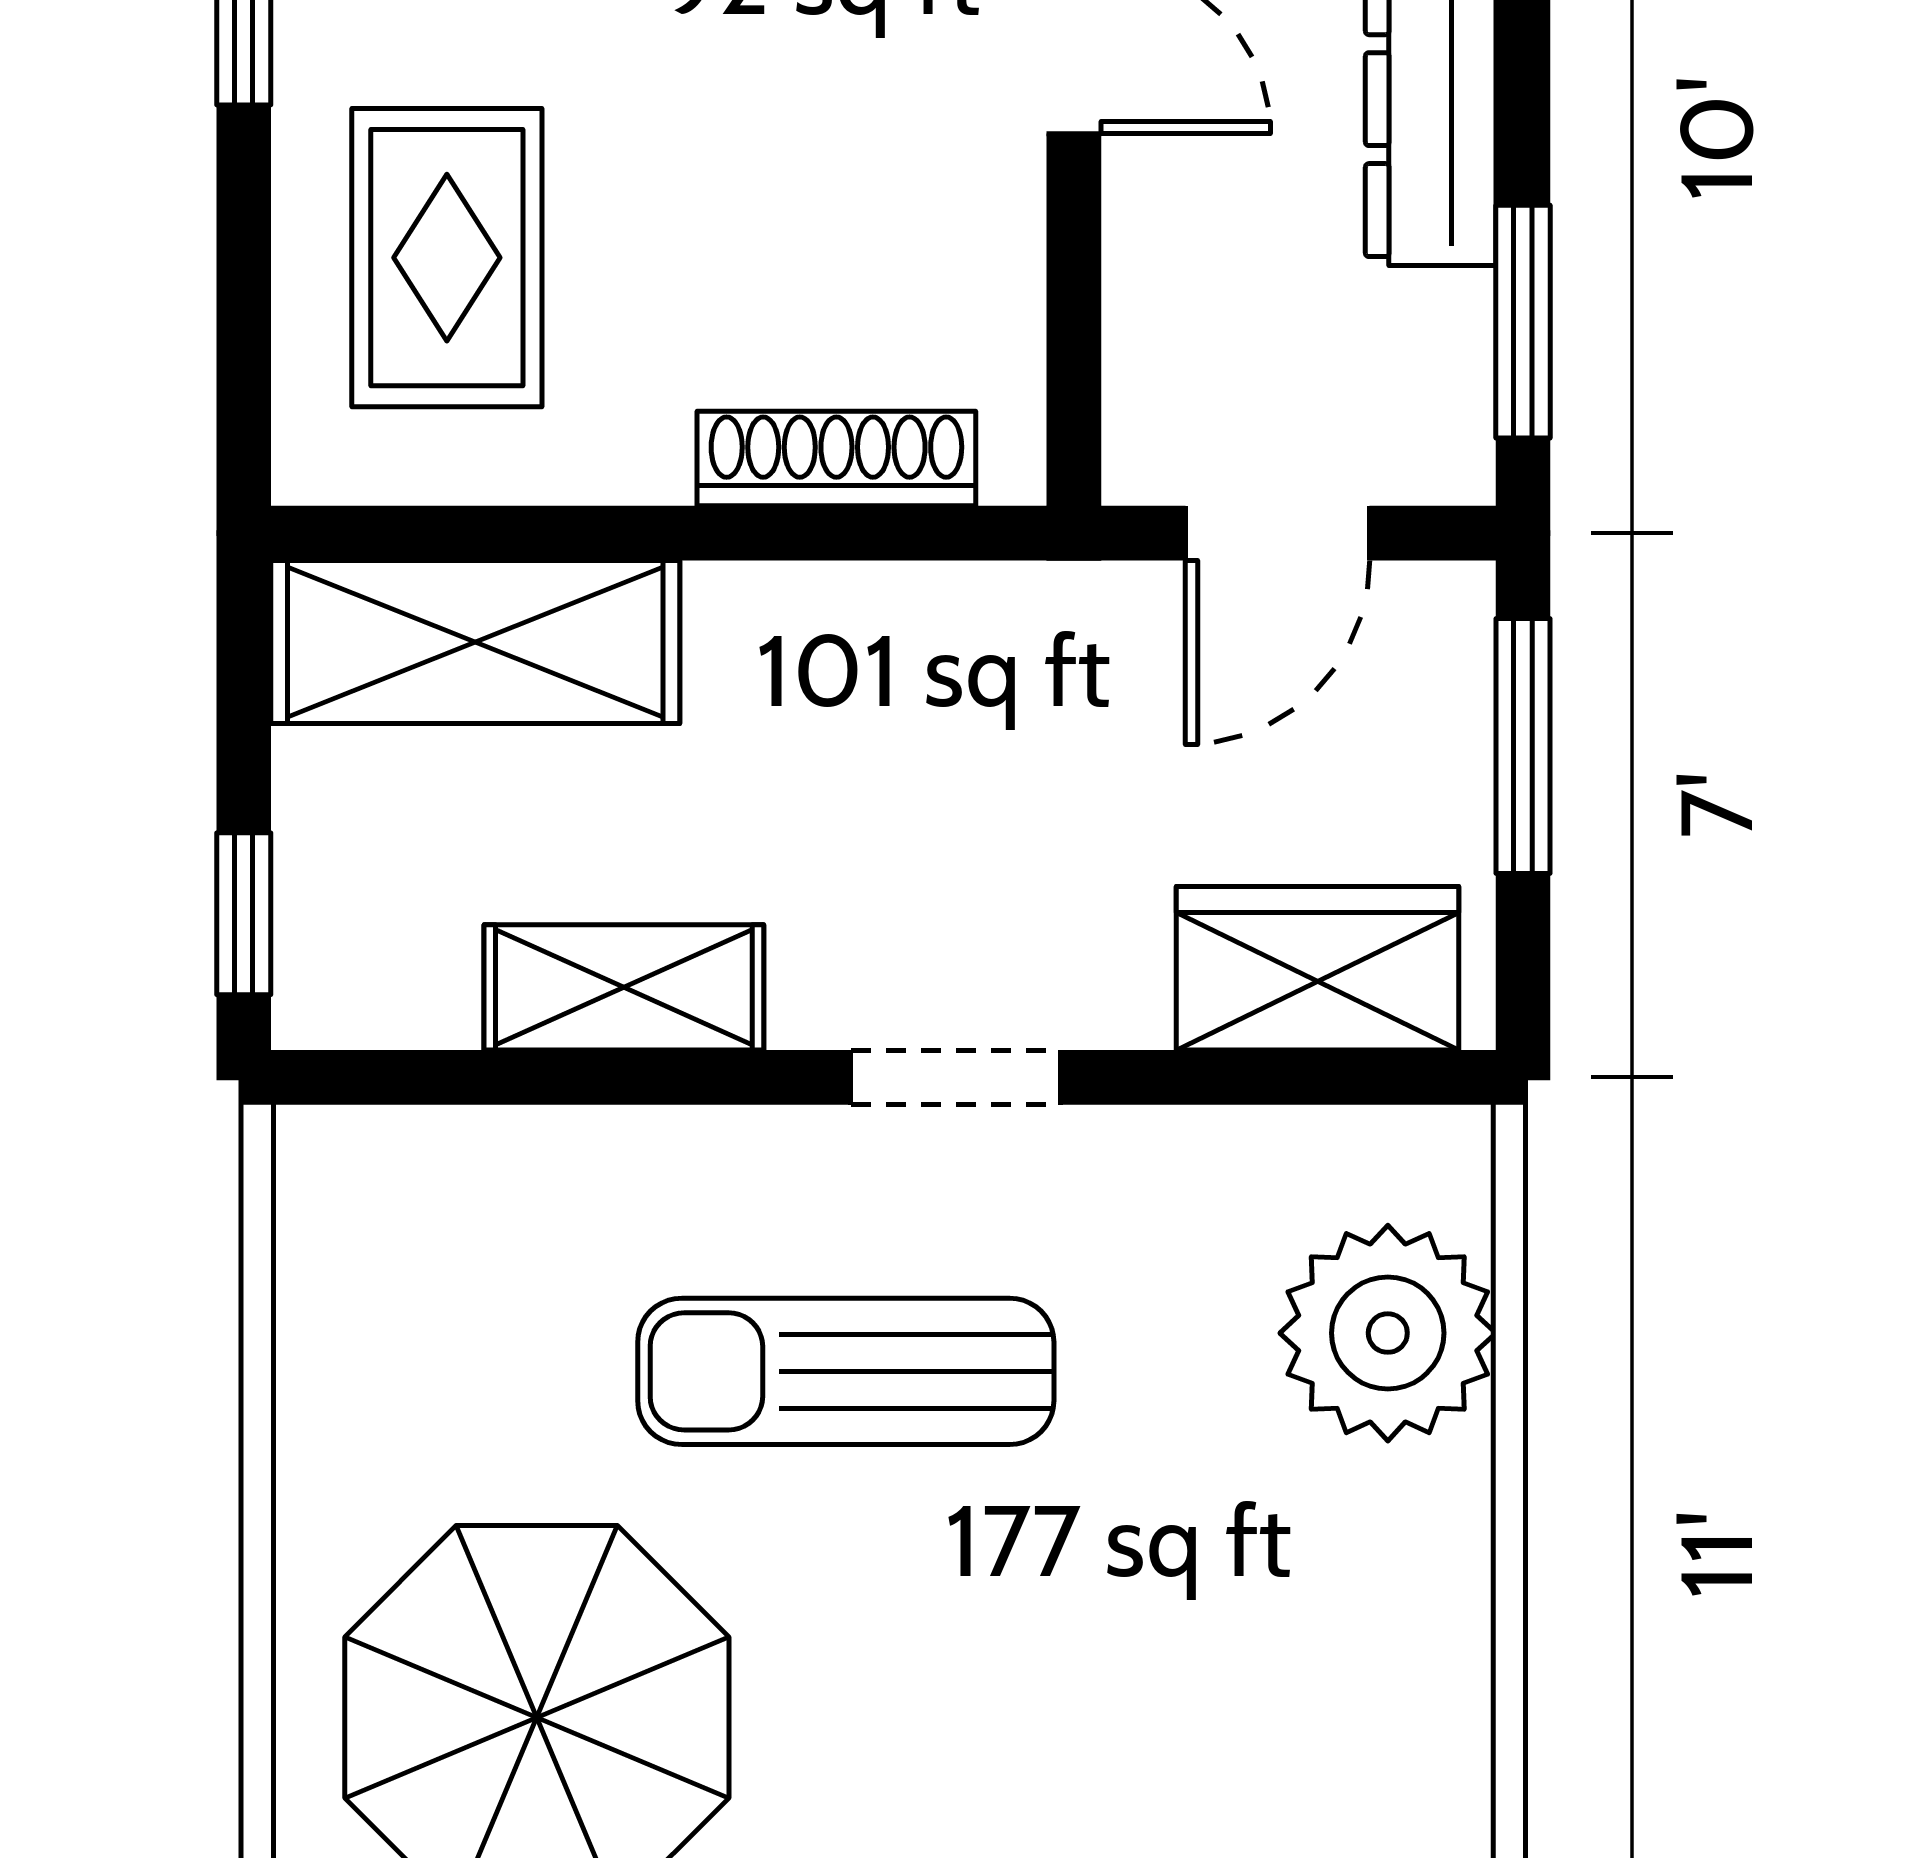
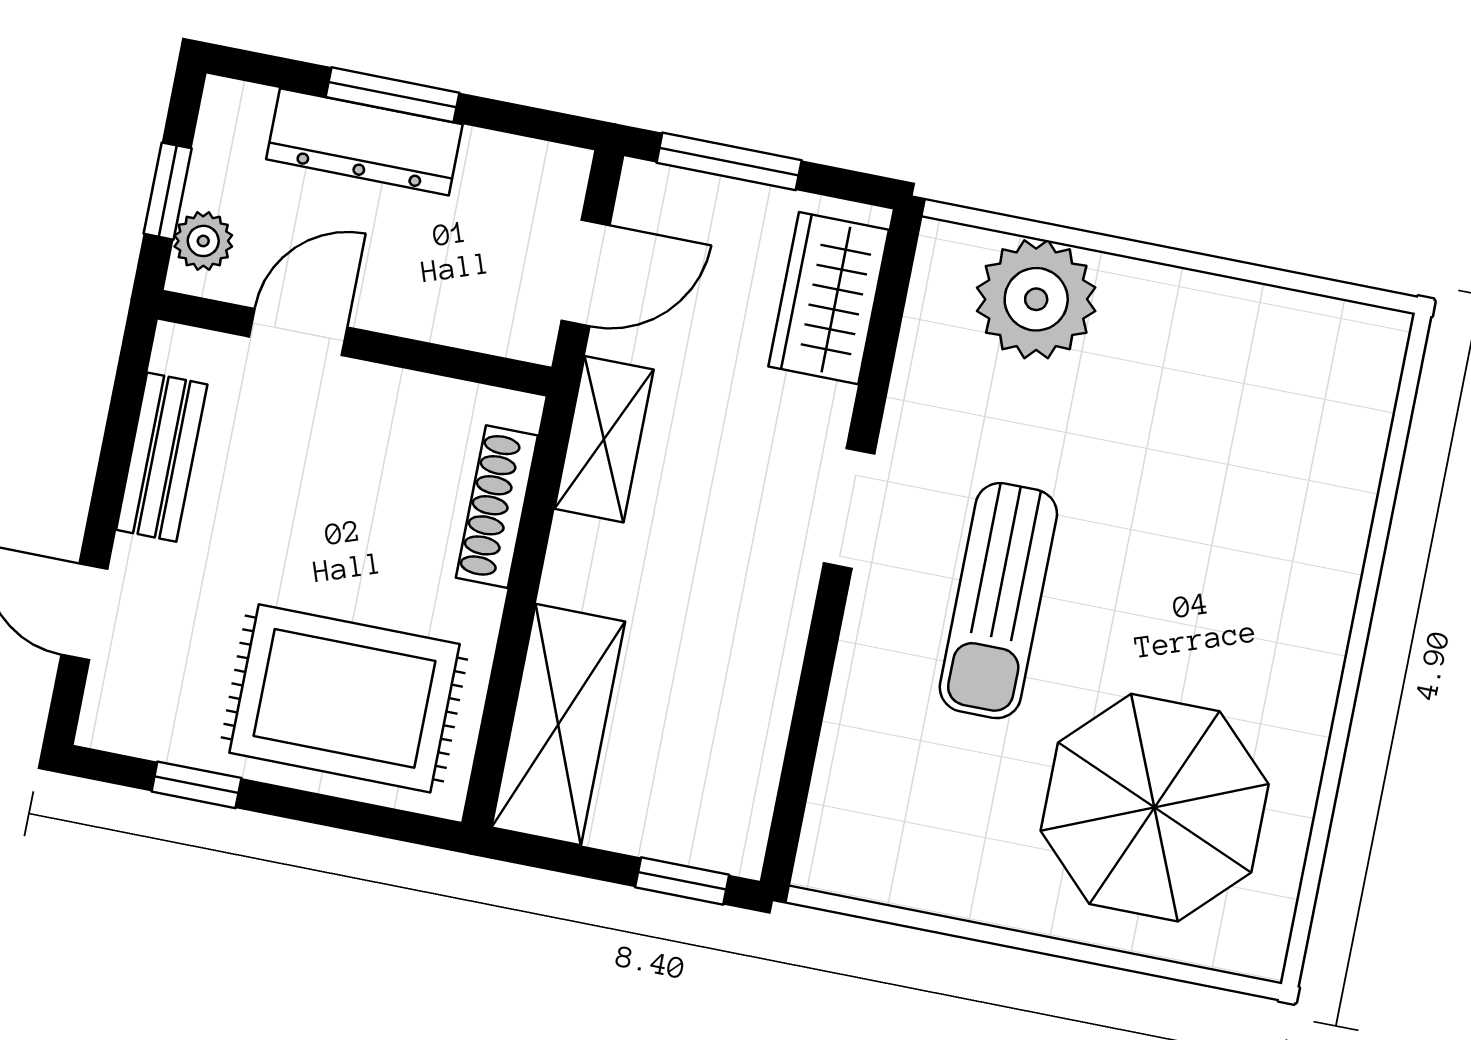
rug: (447, 258) -> (344, 698), width x1.36, depth x1.43
window: (1523, 322) -> (393, 95), moved
door: (1277, 533) -> (586, 273), hinge flipped
shelving: (624, 987) -> (604, 439), moved

